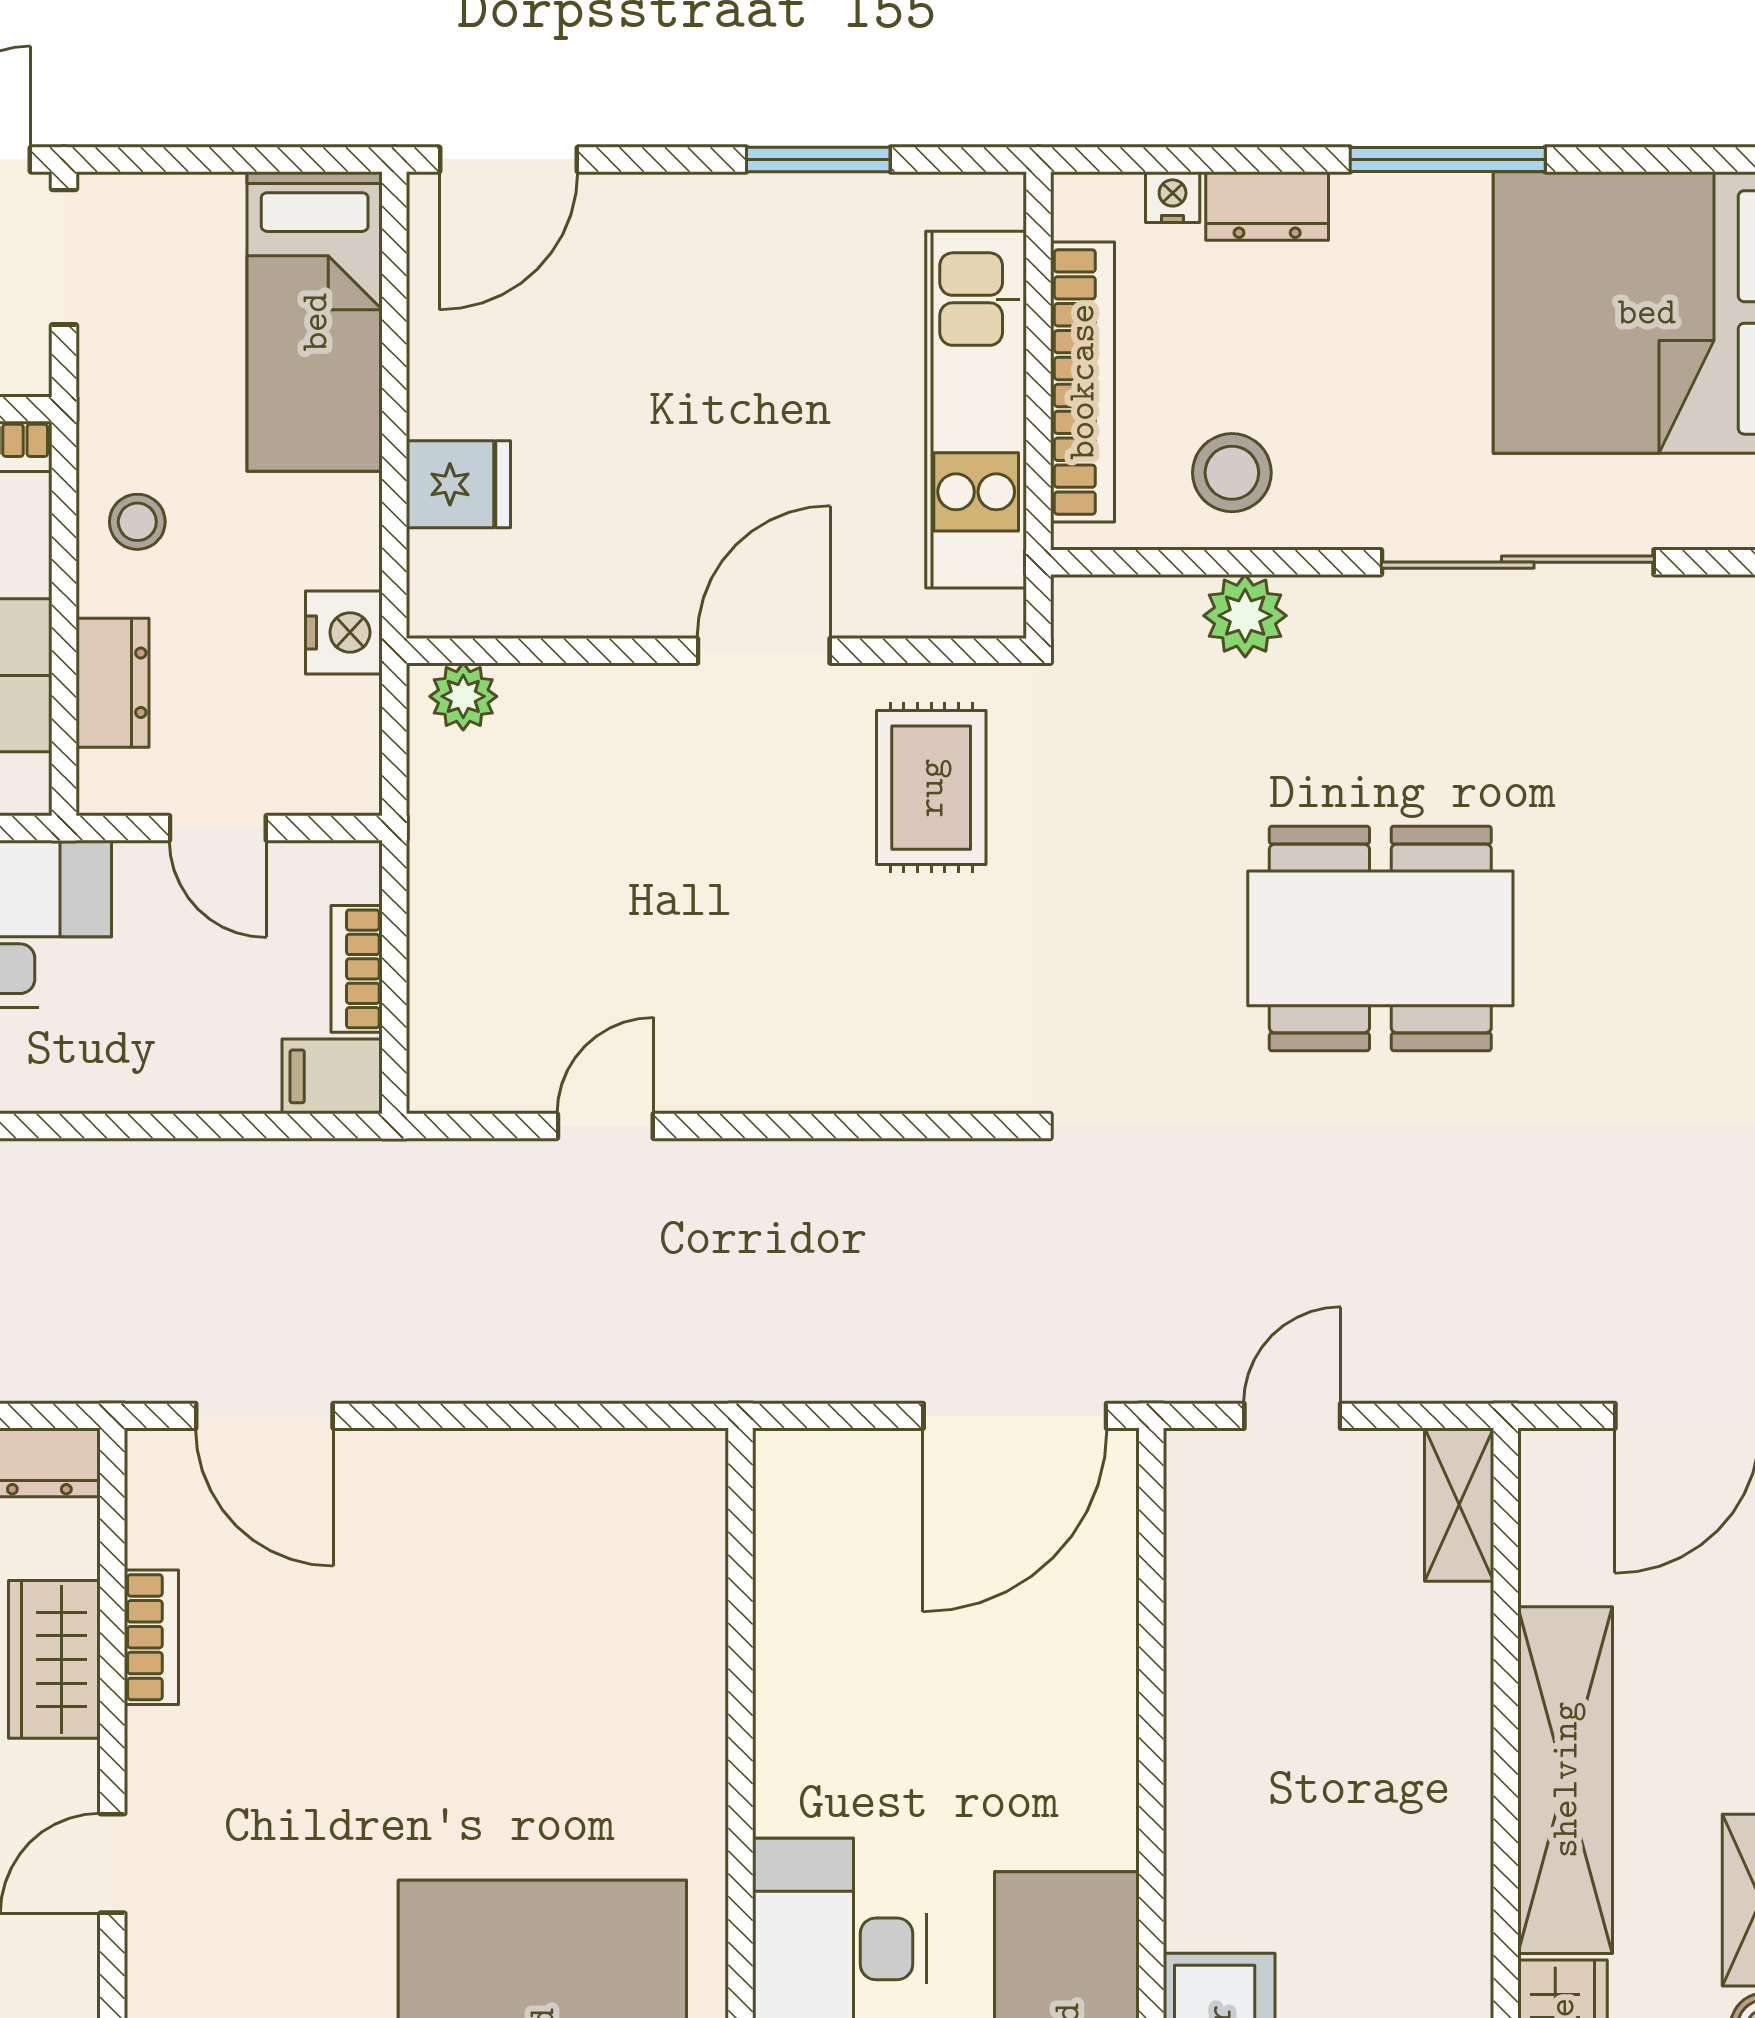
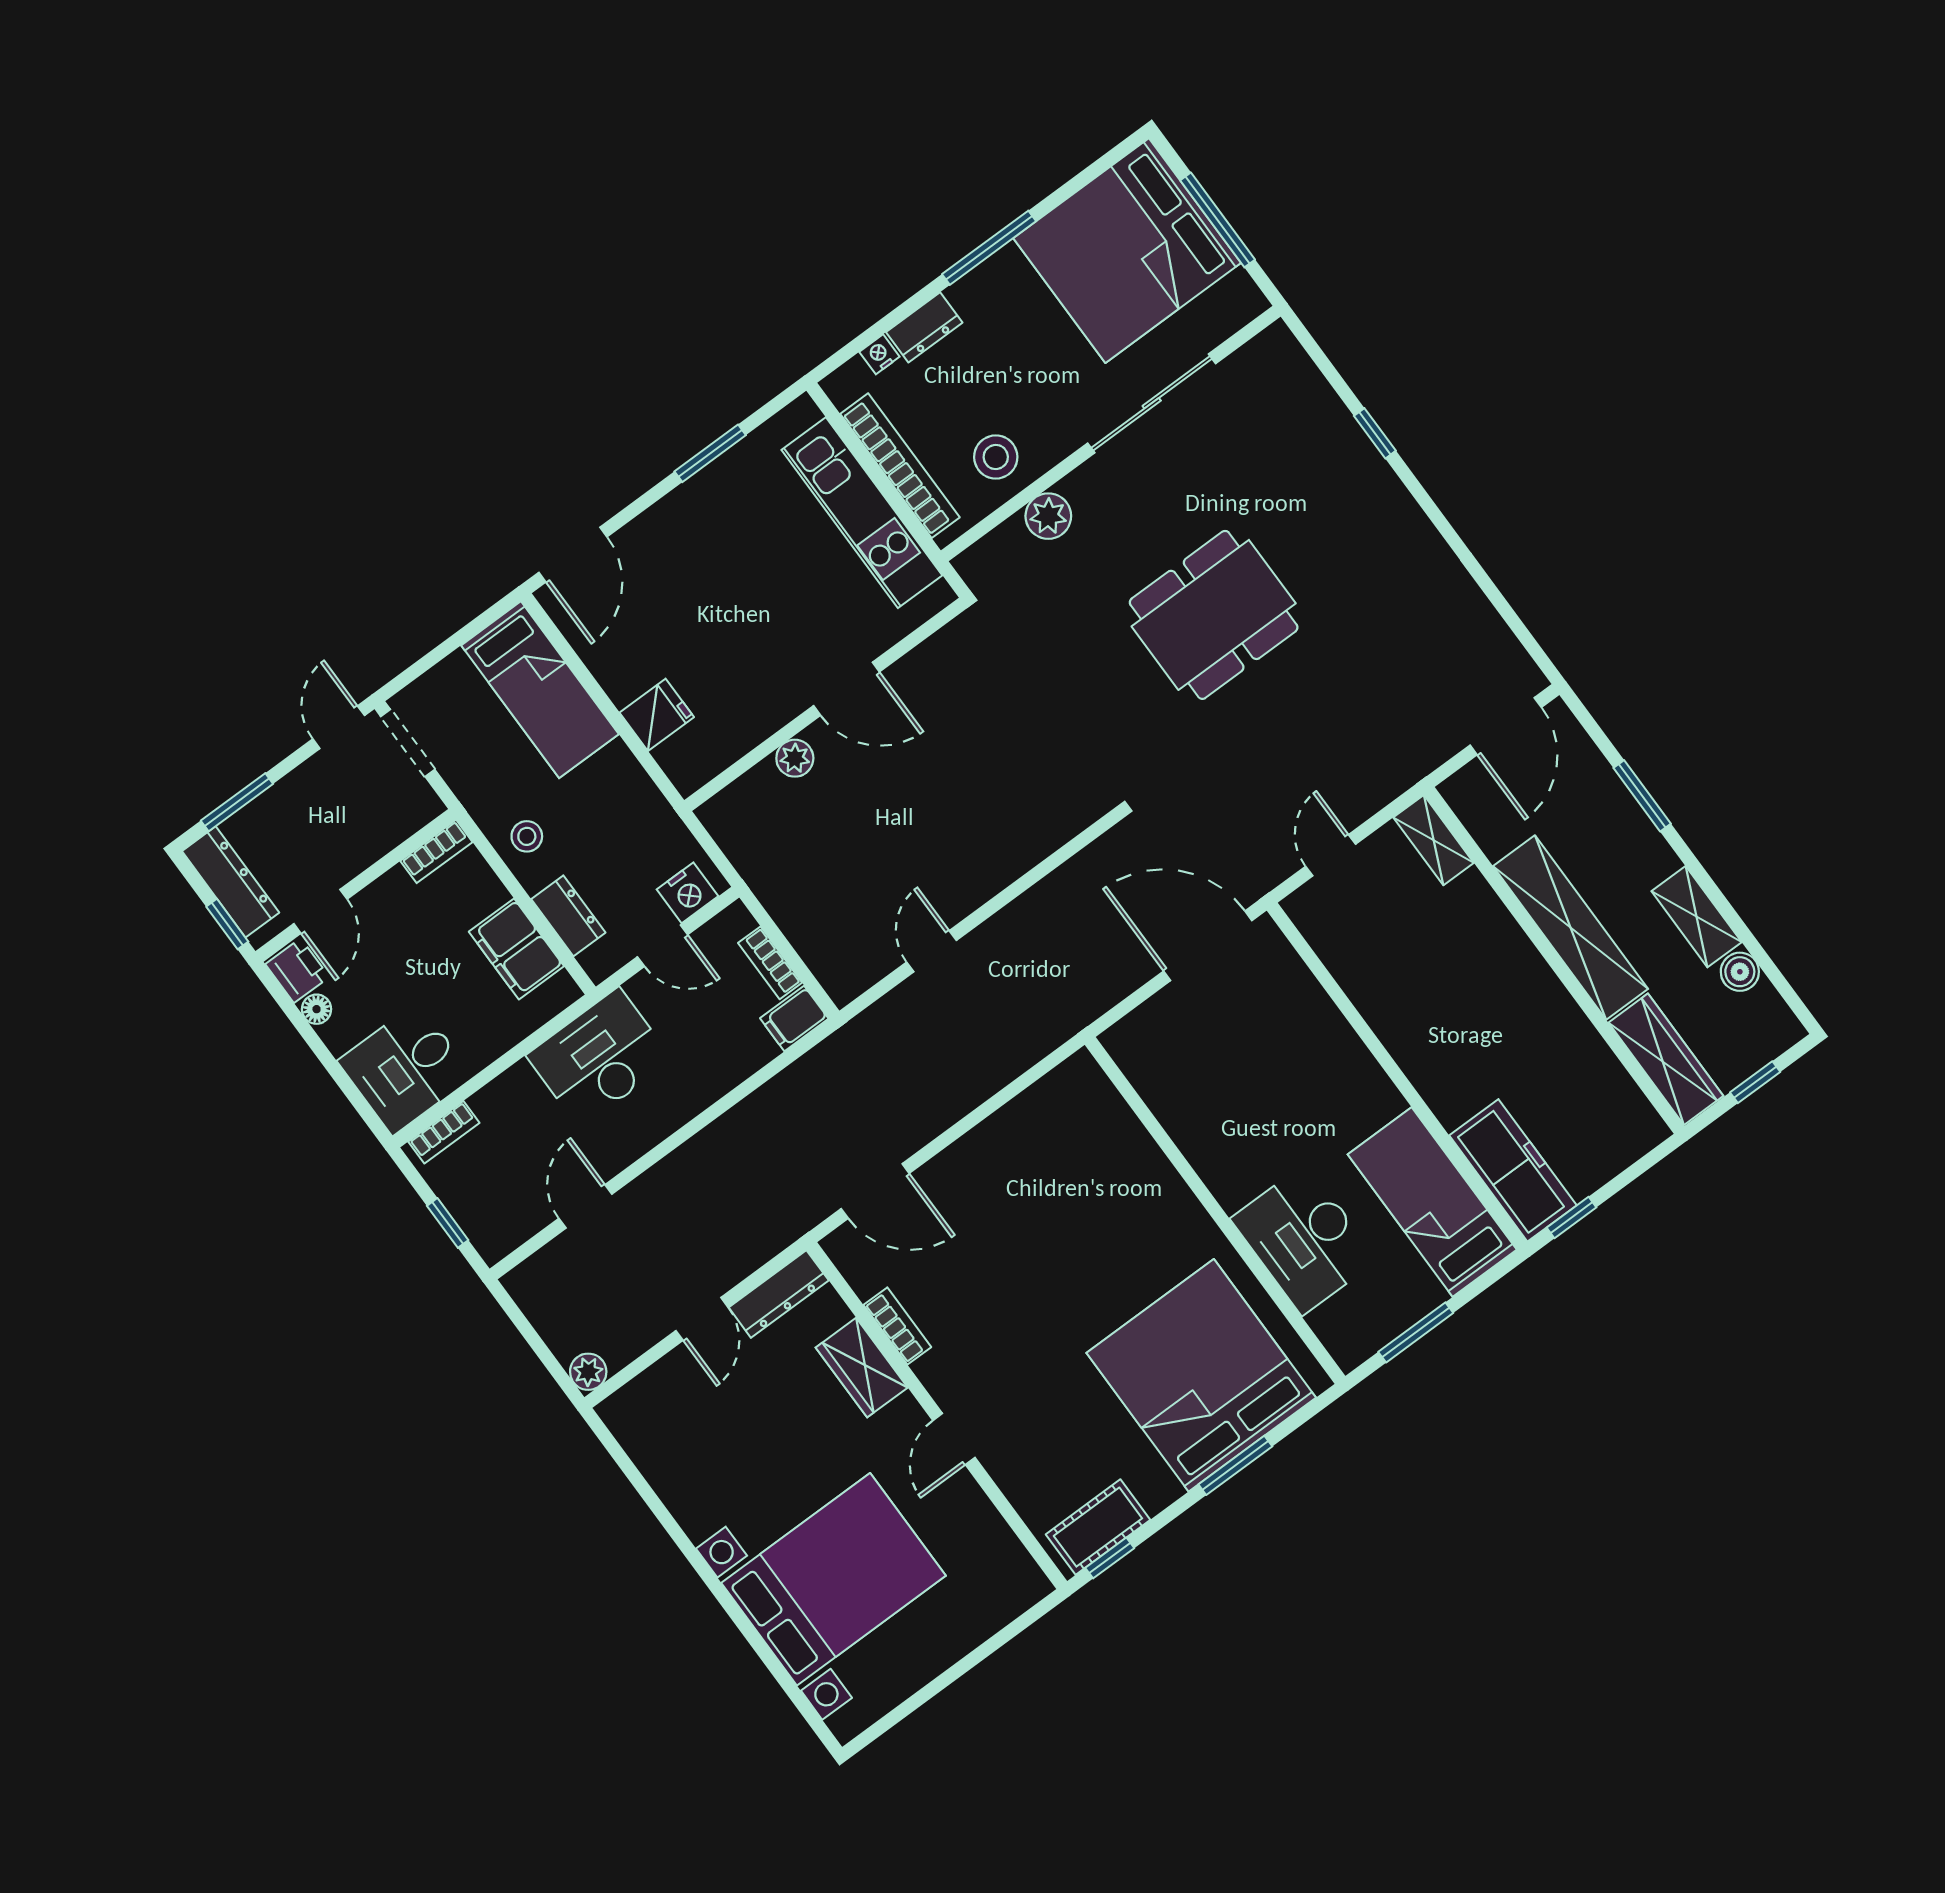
nightstand: (344, 632) -> (687, 893), moved, turned 90
door: (764, 651) -> (847, 689), swing flipped
plant: (463, 696) -> (795, 758), moved
rug: (931, 788) -> (965, 695), removed
door: (1015, 1416) -> (1208, 946), swing flipped

